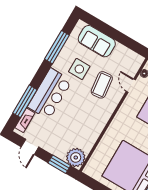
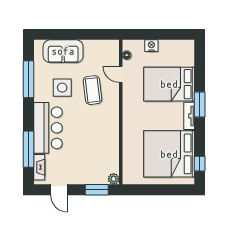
plant: (76, 157) -> (114, 179), width x0.53, depth x0.53

